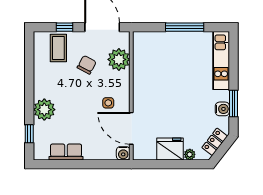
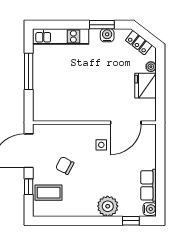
plant: (119, 59) -> (60, 135), removed
water cooler: (123, 153) -> (150, 209), moved

